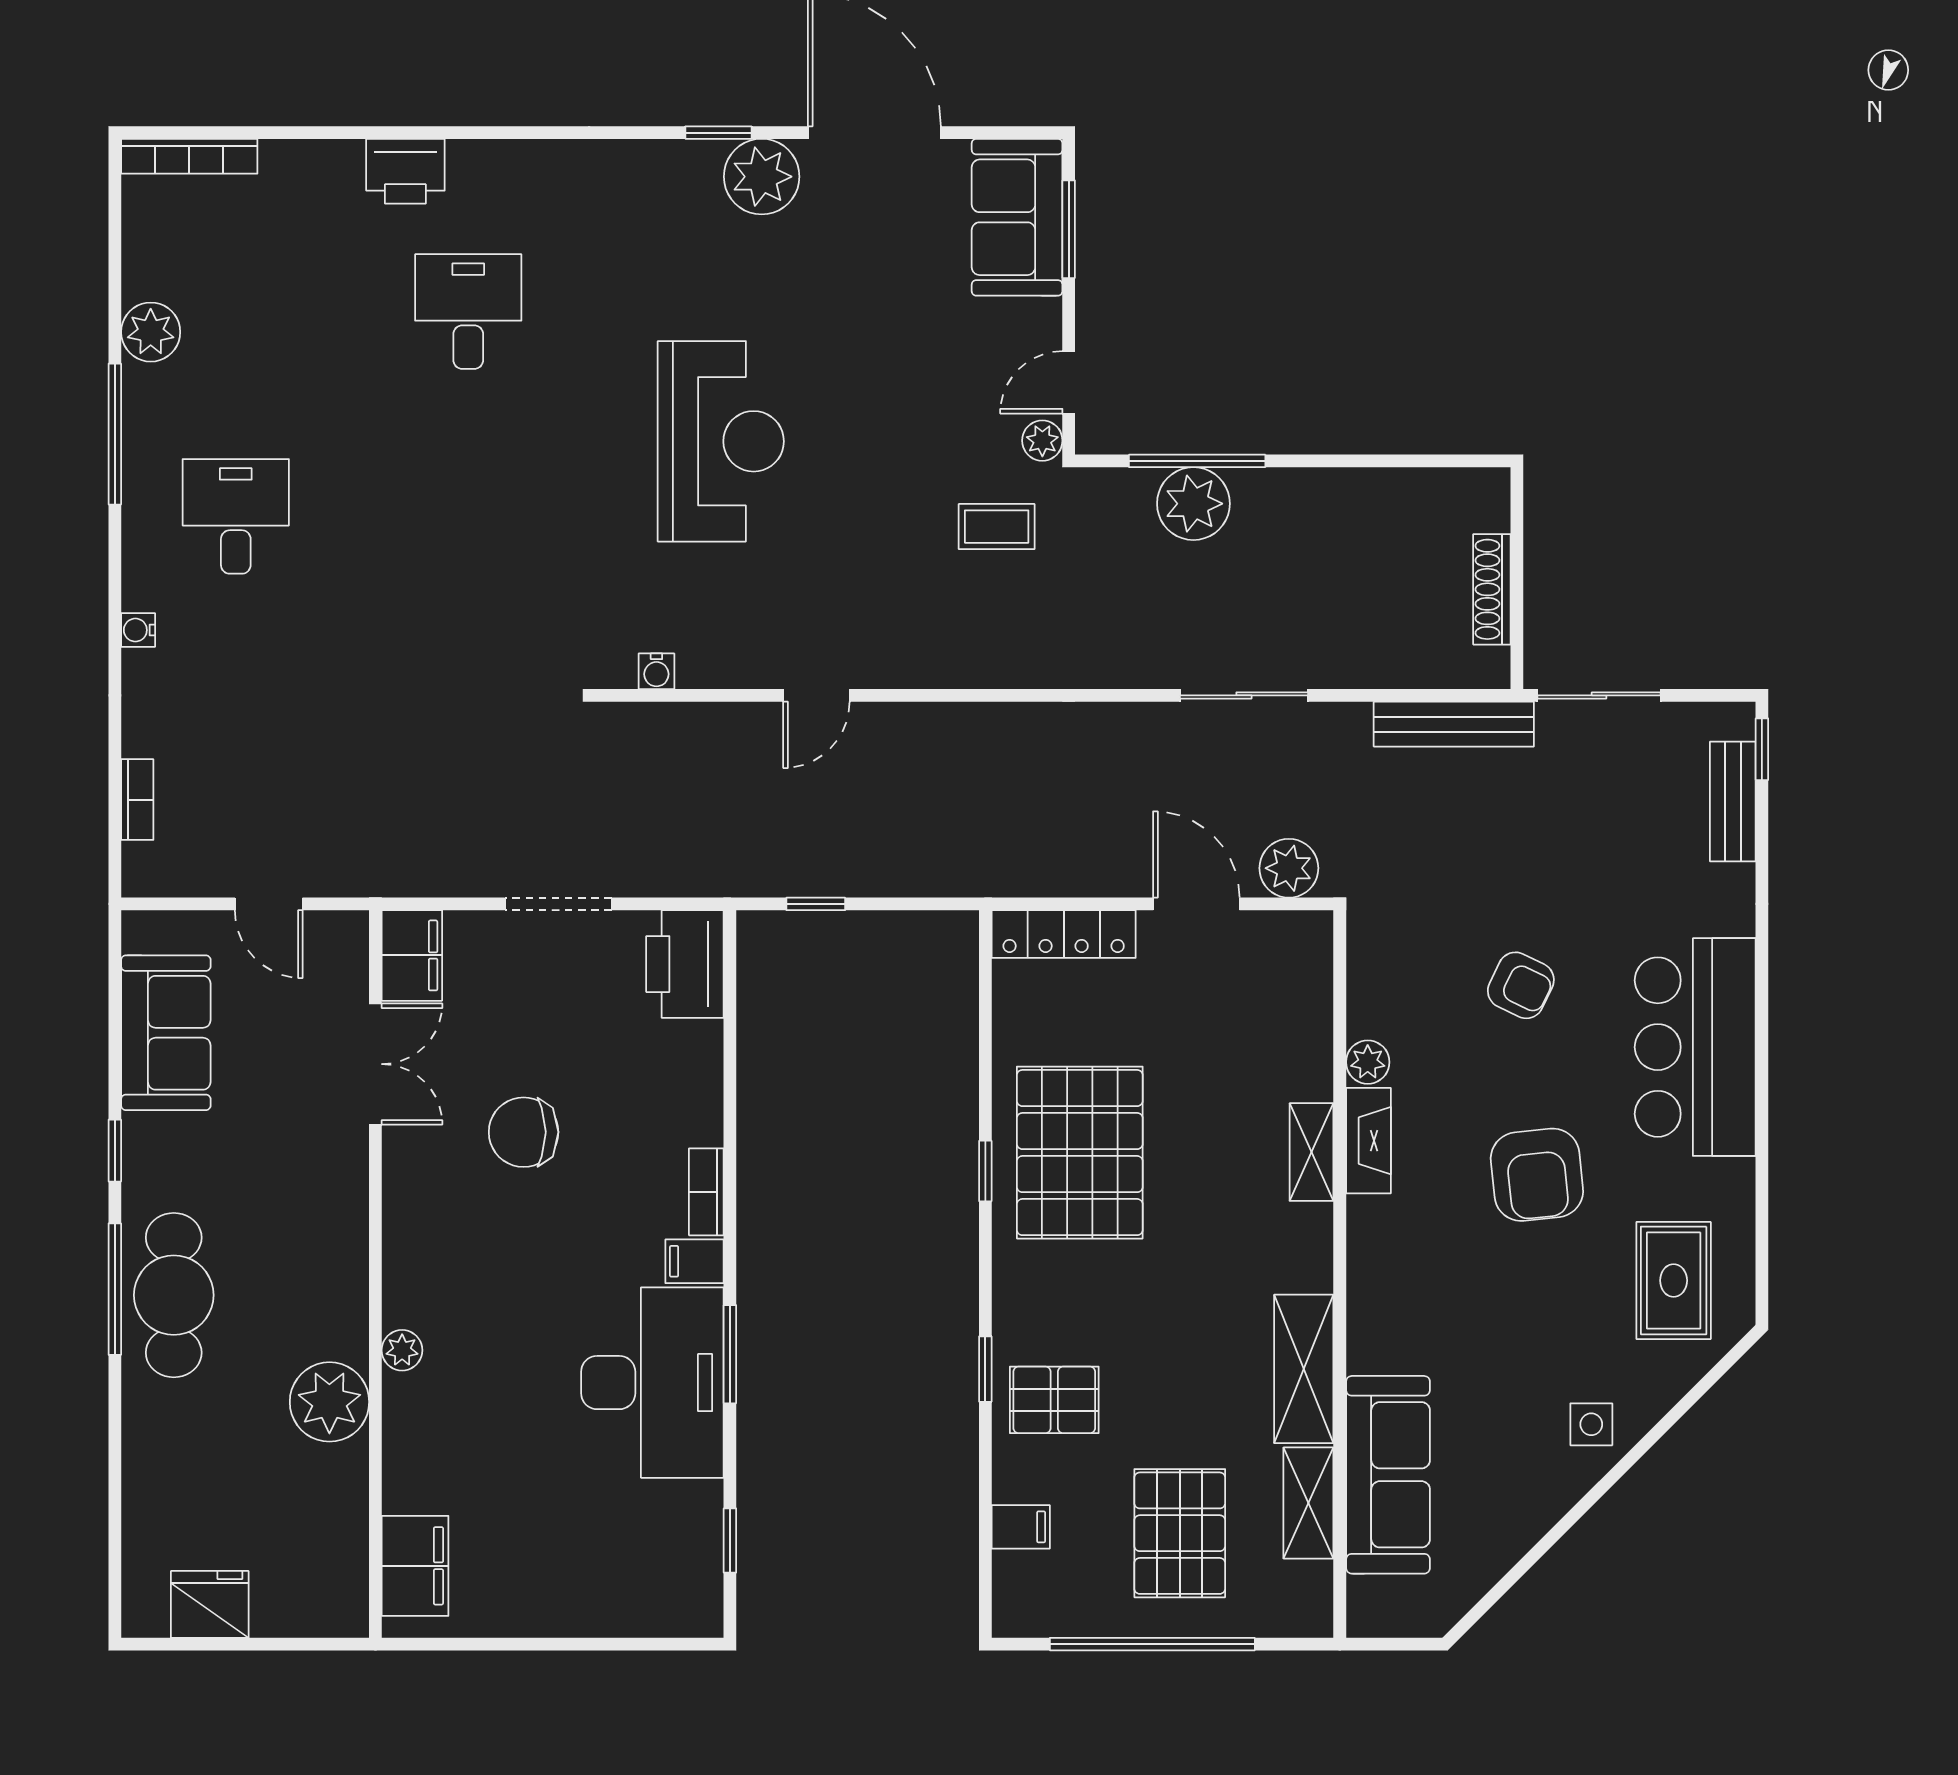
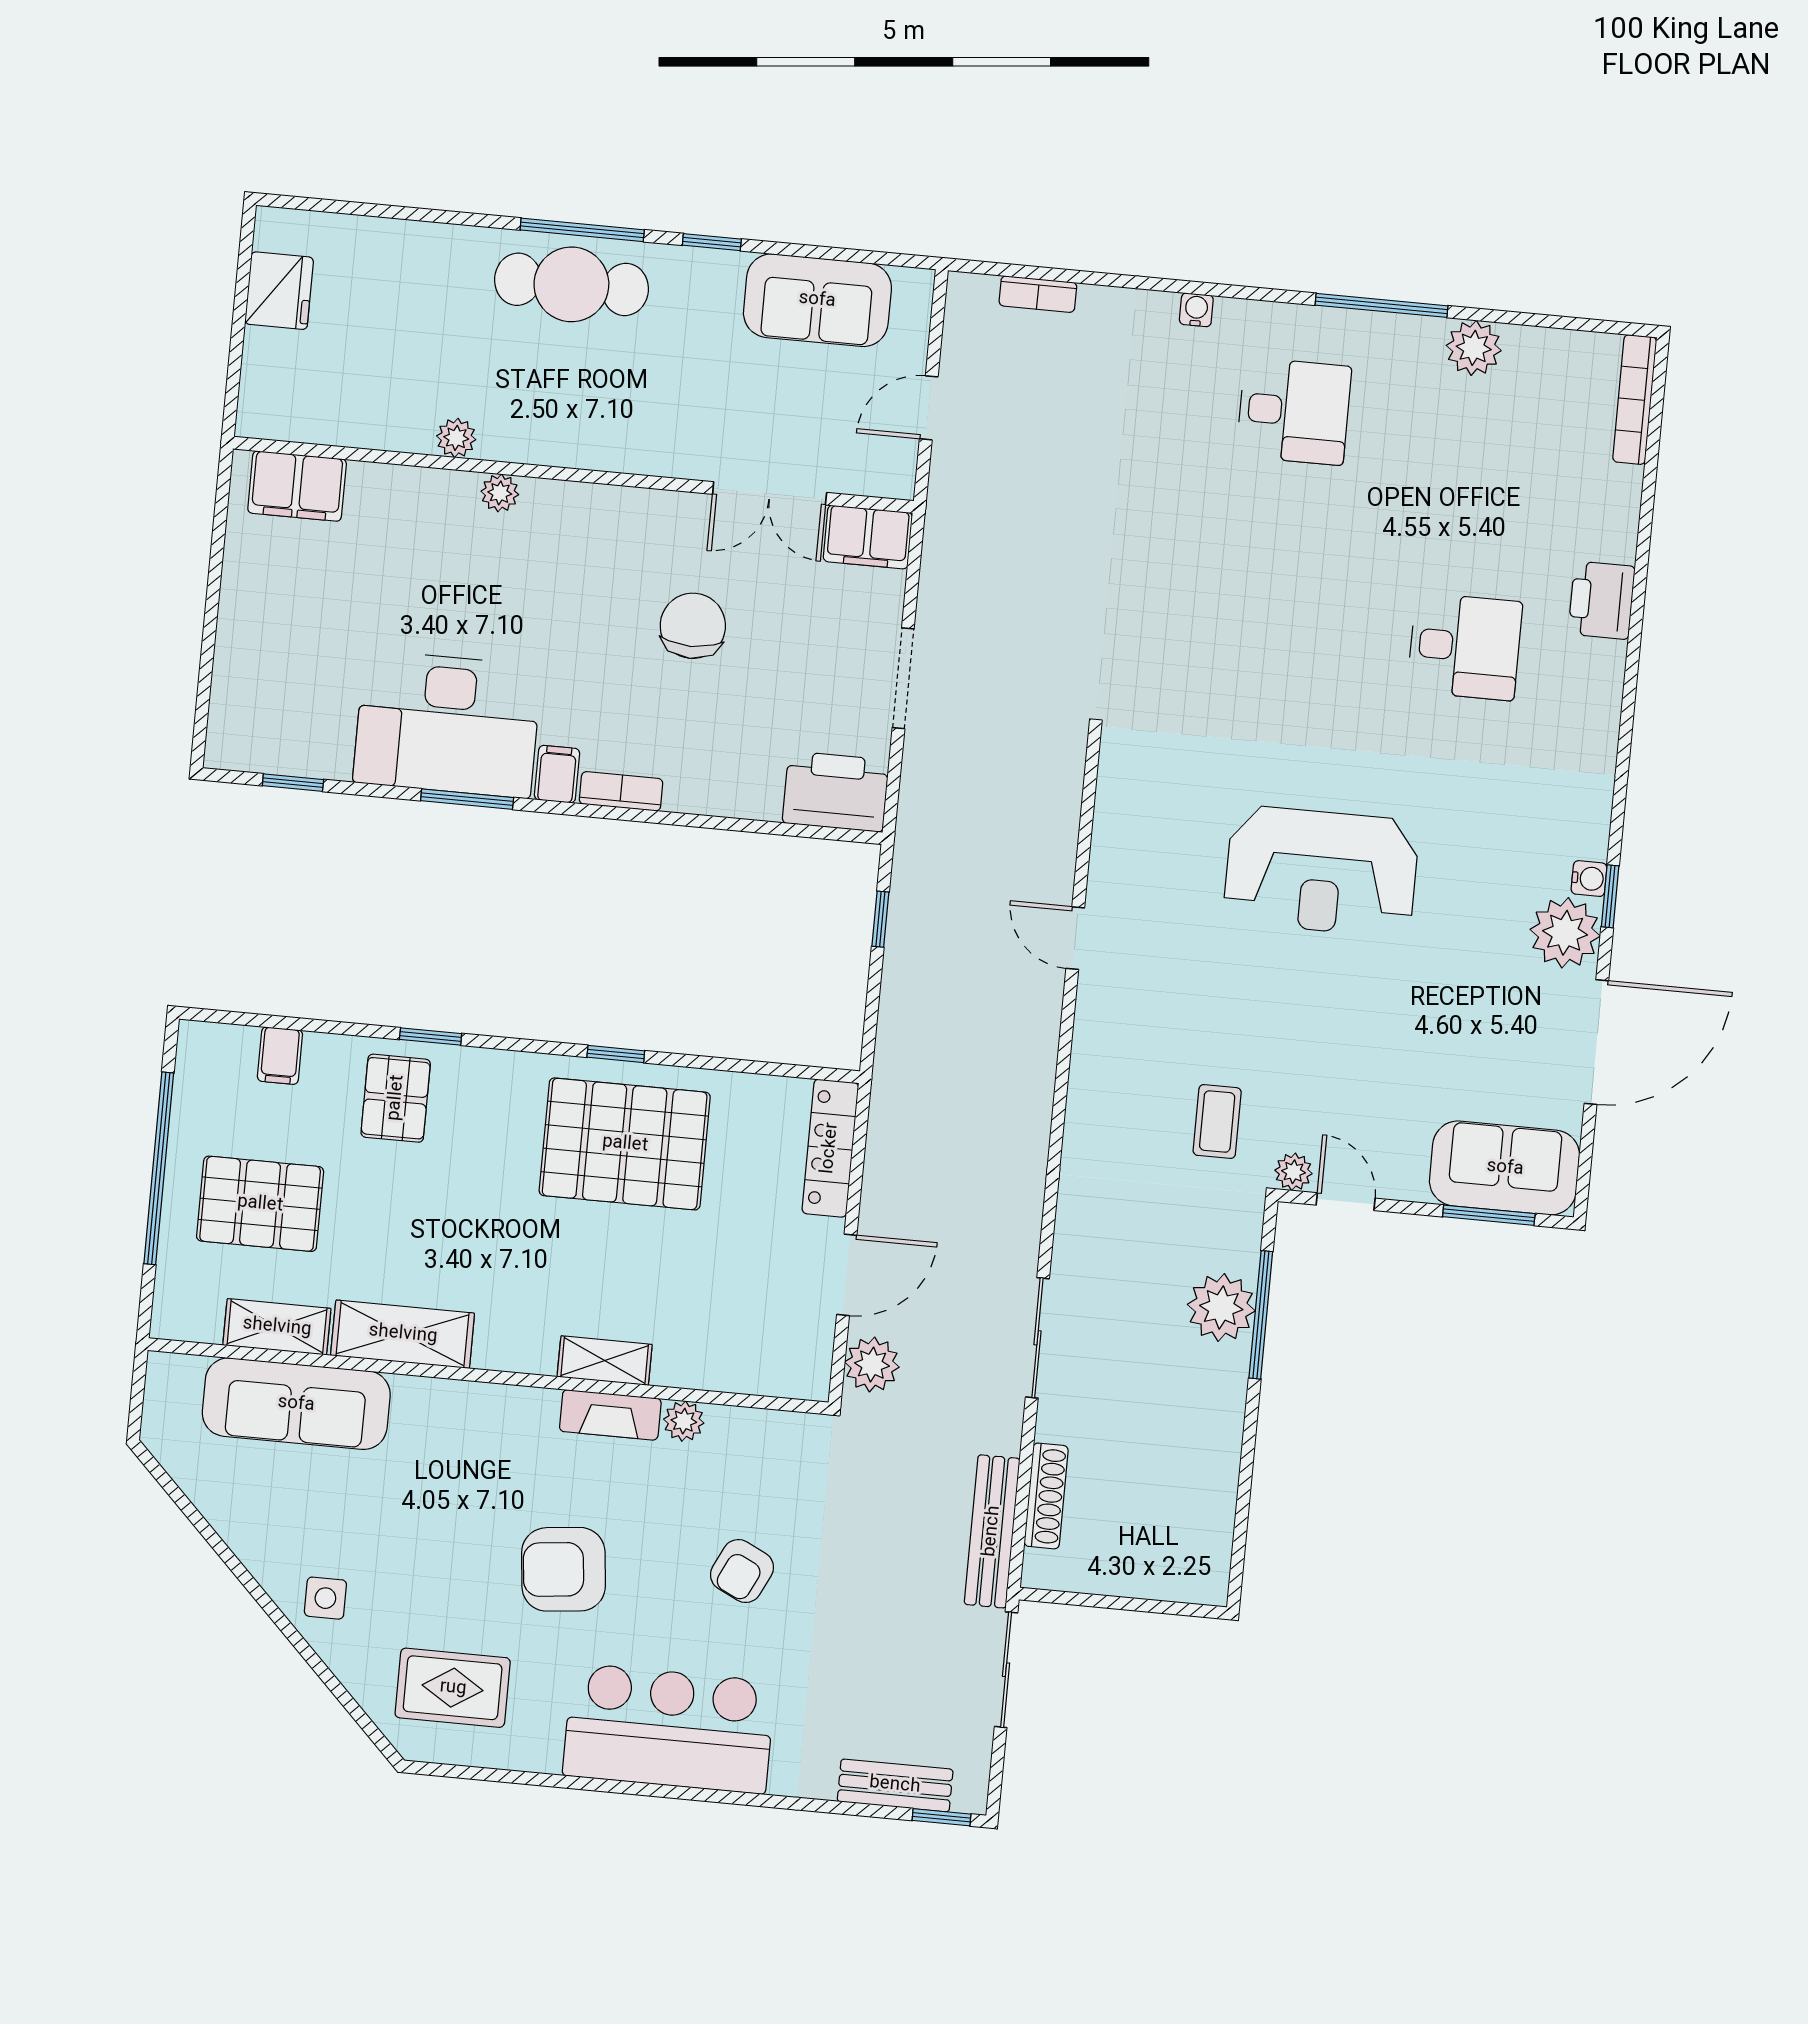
shoe rack: (1492, 589) -> (1046, 1496), moved, turned 90
water cooler: (656, 671) -> (1589, 879), moved, turned 180
plant: (329, 1402) -> (456, 438), width x0.53, depth x0.53

